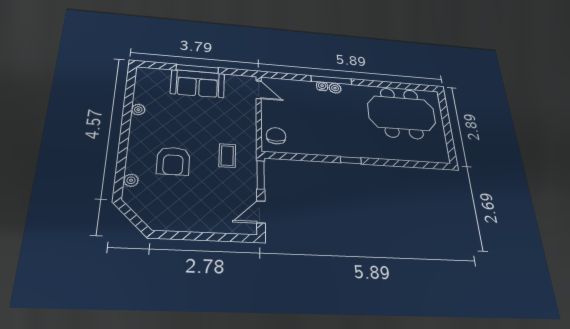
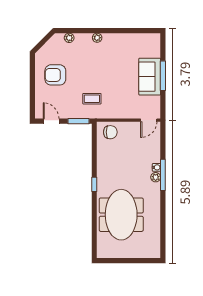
plant: (138, 110) -> (97, 38), moved
meeting table: (402, 113) -> (121, 215), moved
armchair: (173, 161) -> (55, 75), moved

